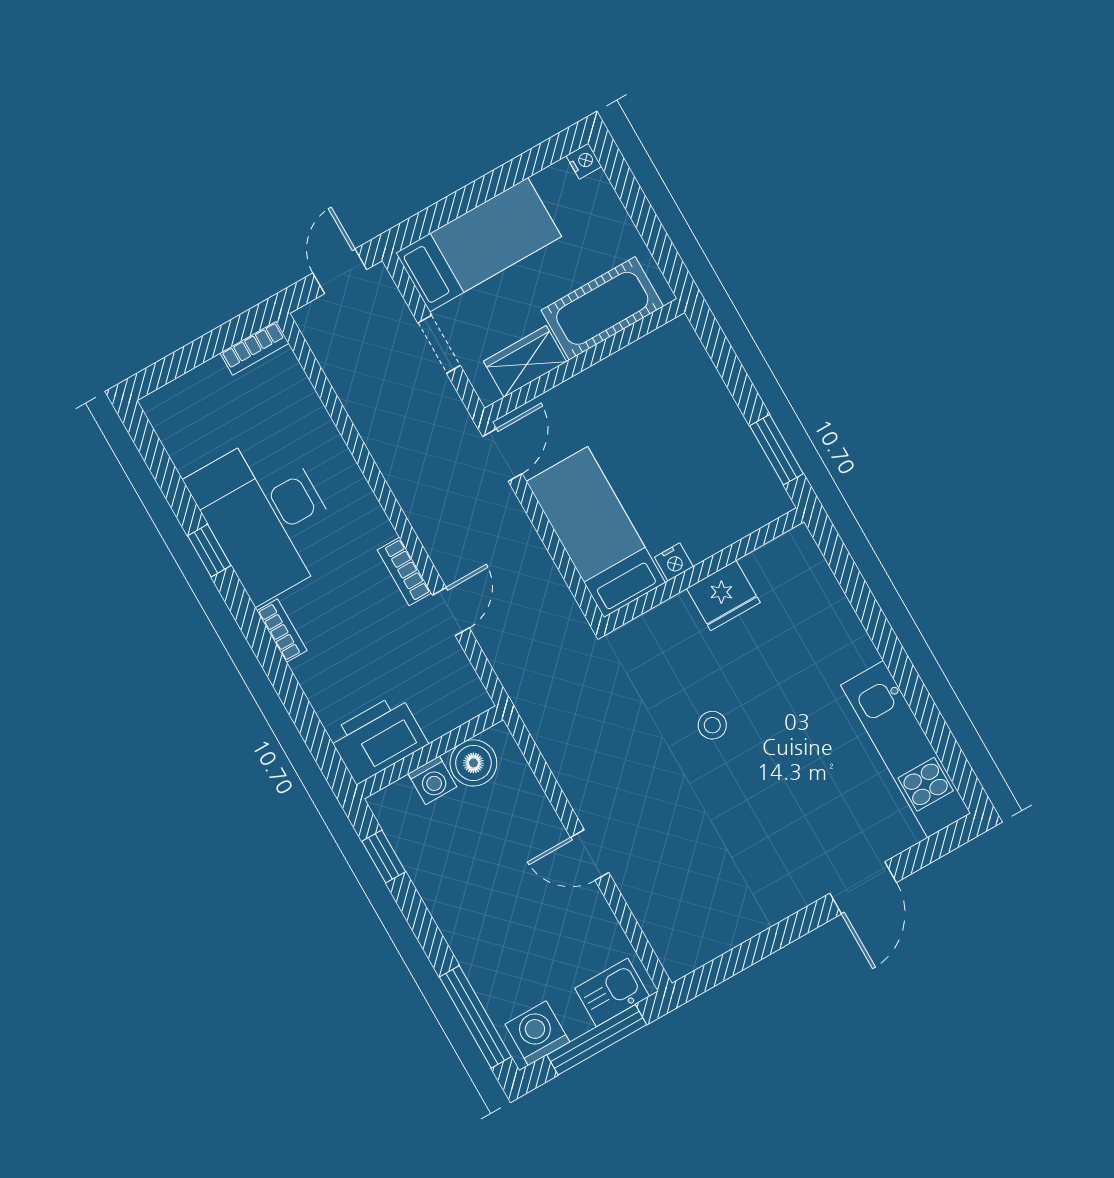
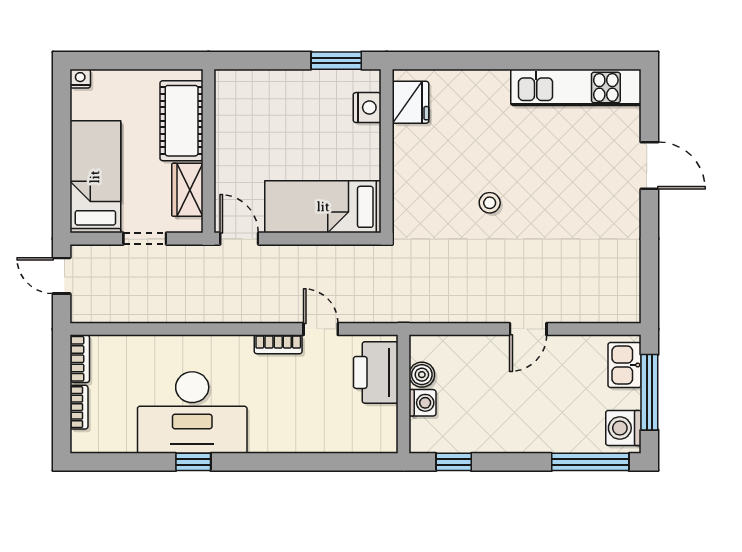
nightstand: (674, 562) -> (367, 108), moved, width x1.39, depth x1.35
fridge: (723, 596) -> (410, 102), moved
bookcase: (282, 631) -> (79, 407), moved, turned 90
printer: (378, 739) -> (376, 372), moved
boiler: (473, 763) -> (422, 375), width x0.73, depth x0.73

